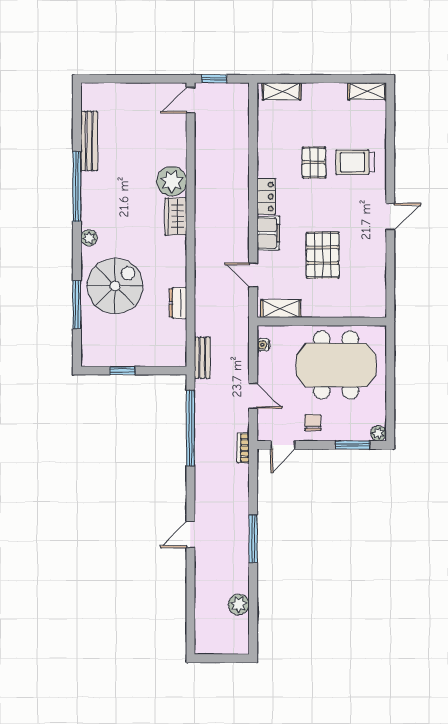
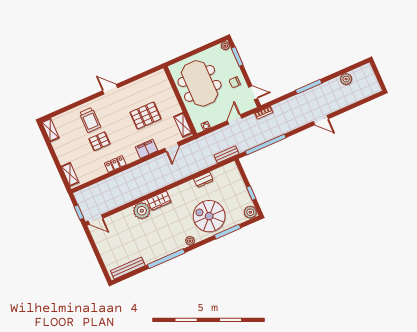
bench: (89, 141) -> (128, 268), moved
locker: (266, 197) -> (115, 164), moved
plant: (92, 355) -> (250, 212), added

